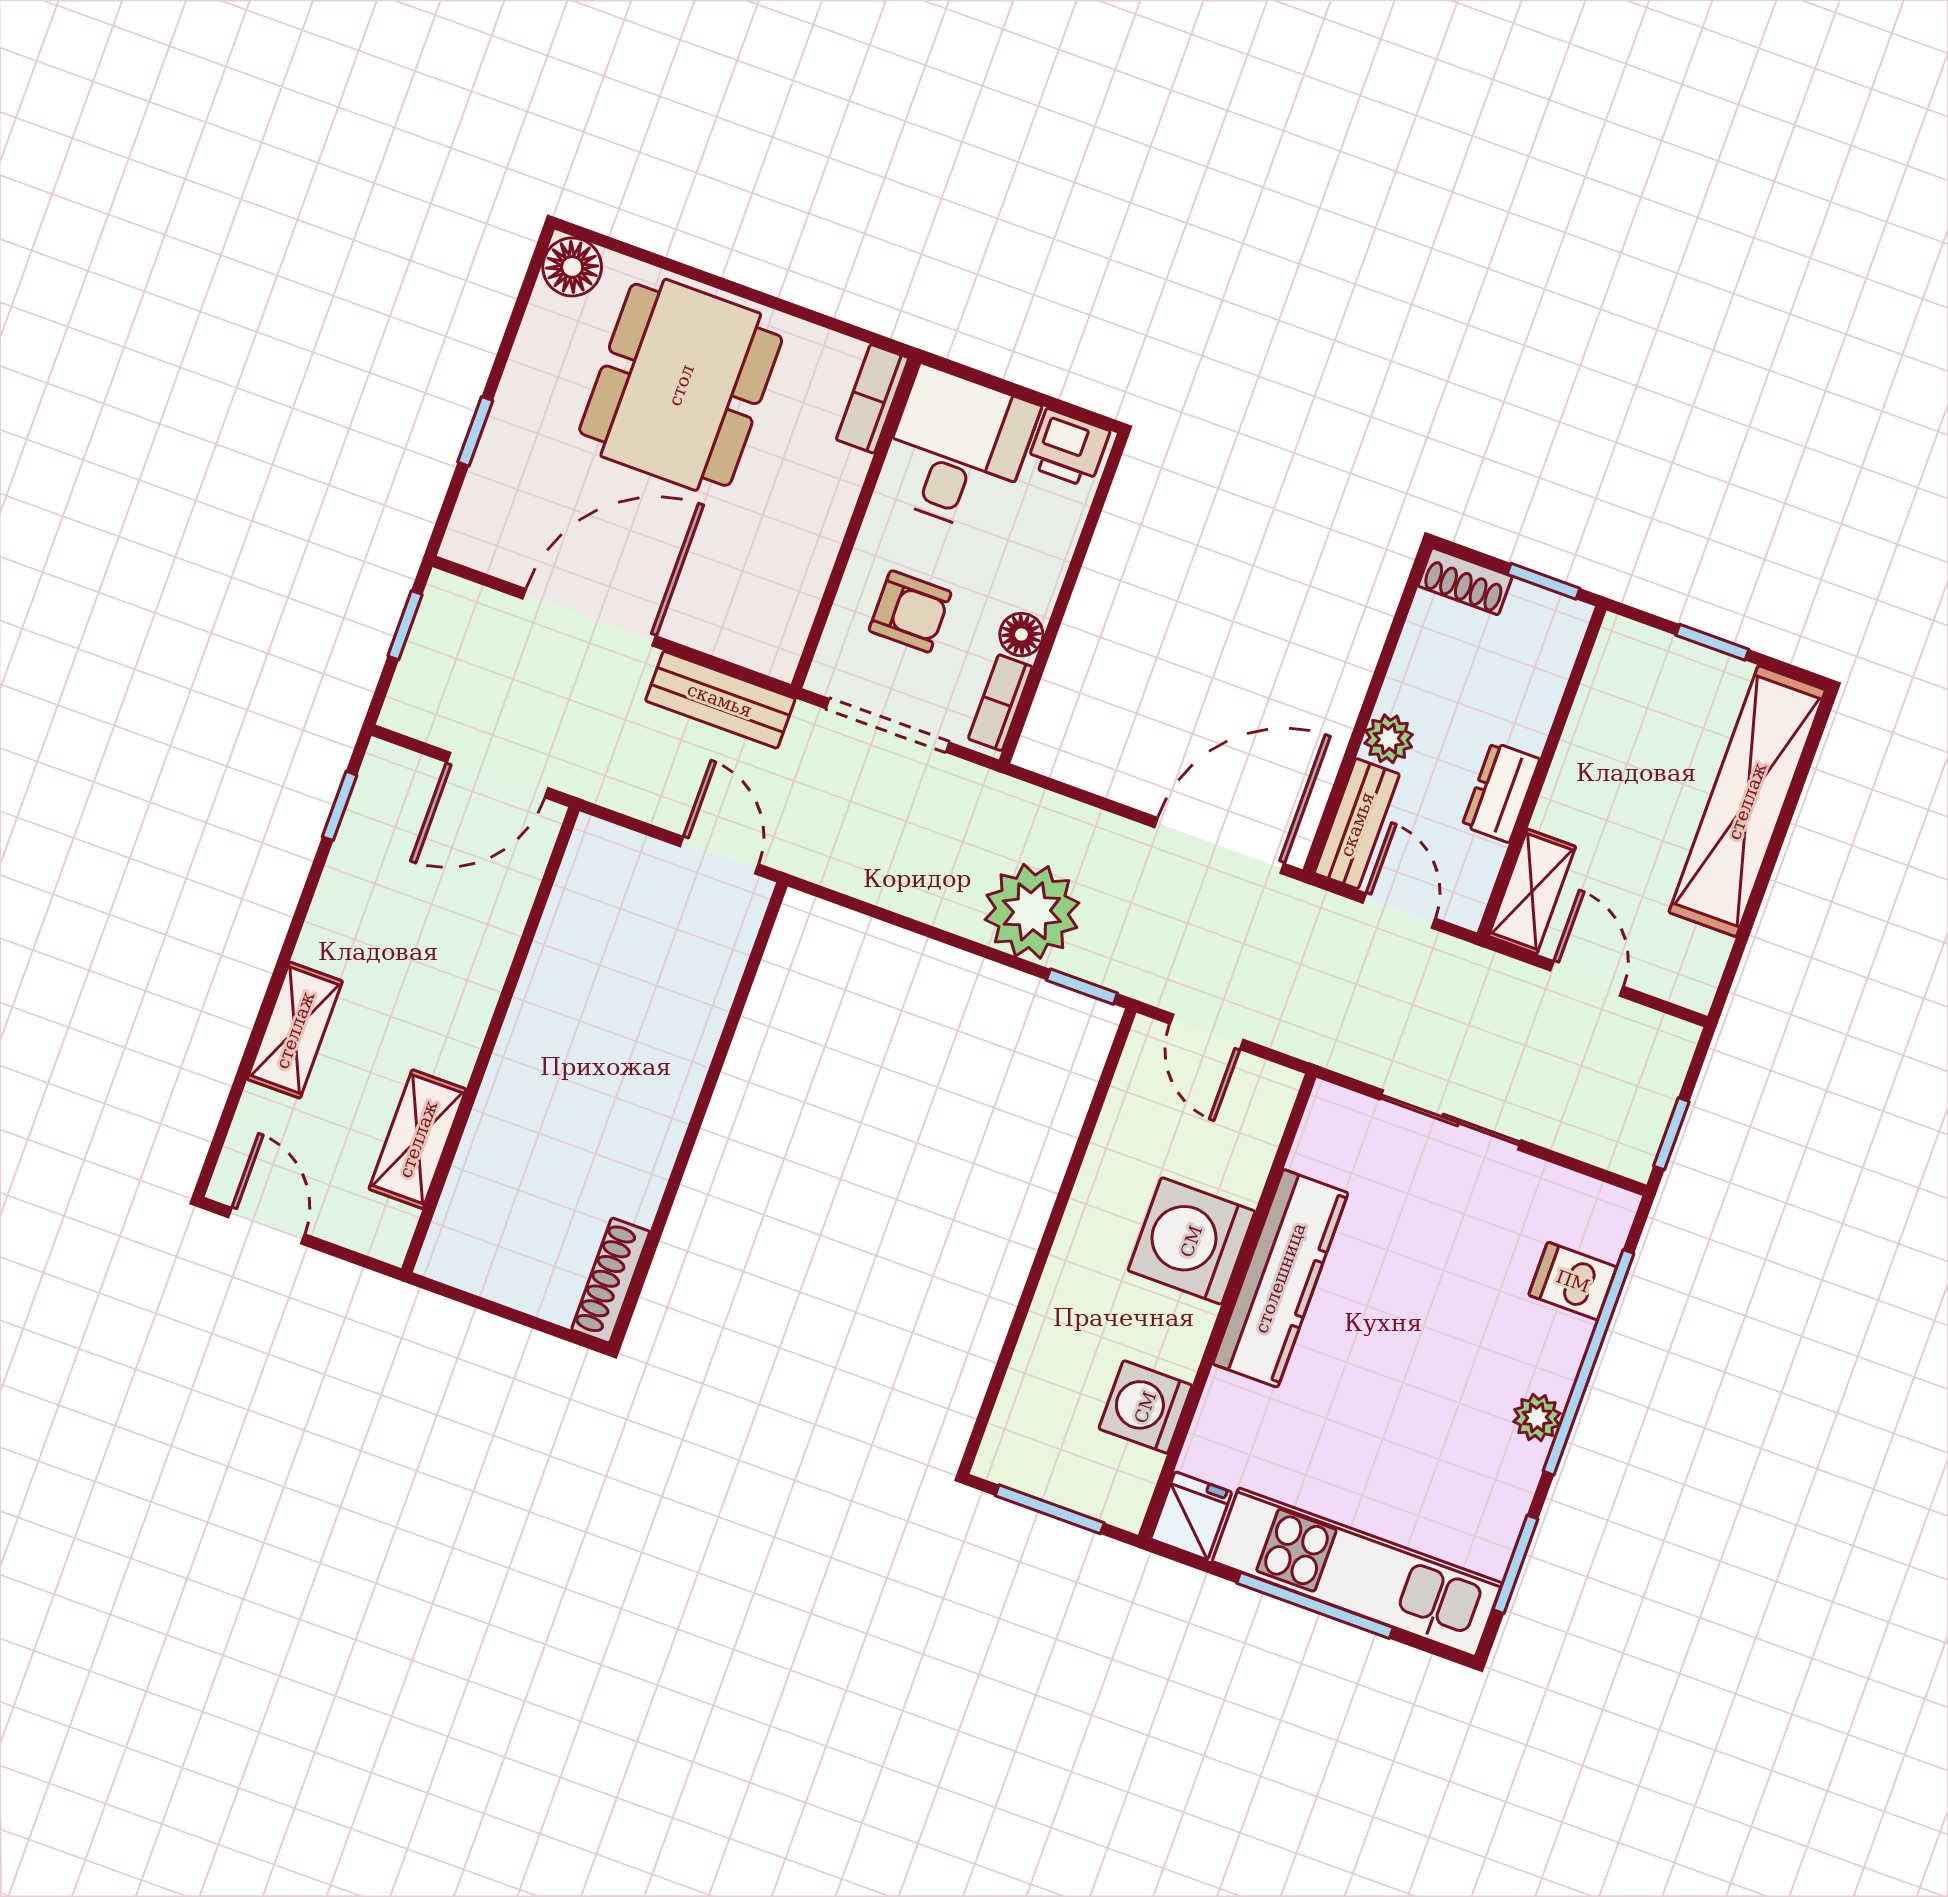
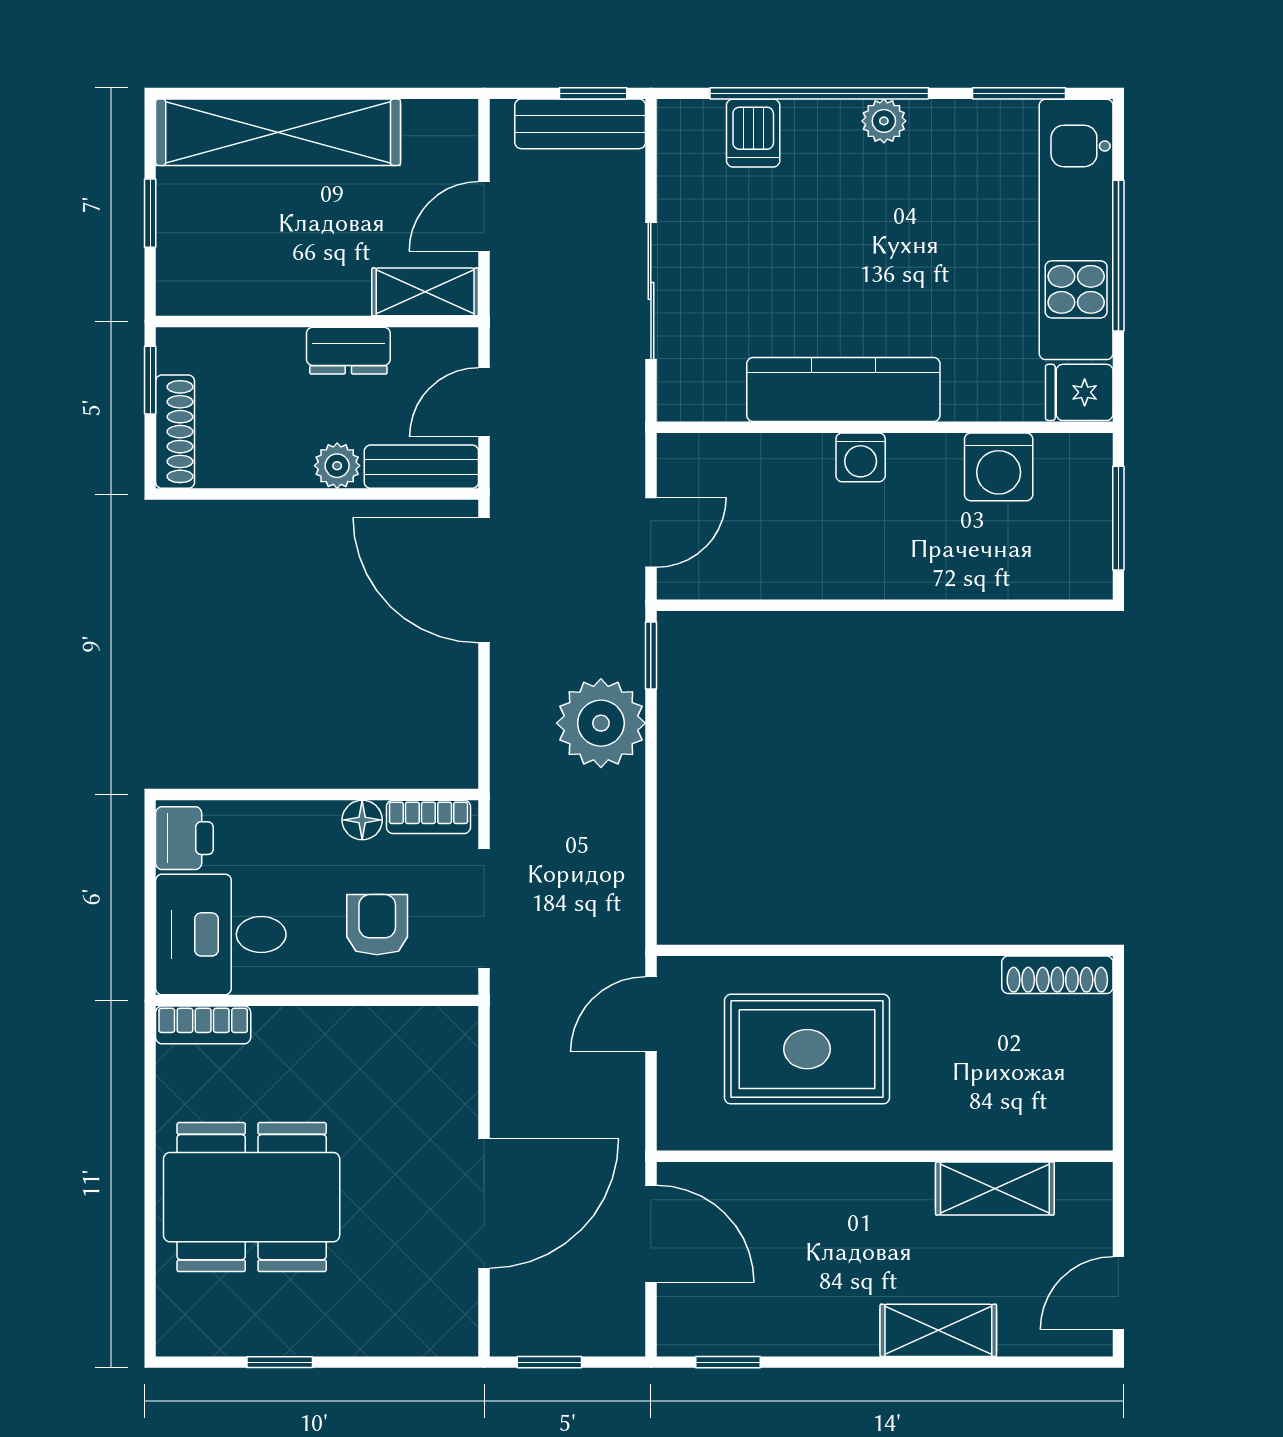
floor lamp: (572, 267) -> (183, 1329), removed
window: (475, 431) -> (280, 1362), moved
shoe rack: (1465, 581) -> (175, 432), width x1.43
door: (589, 617) -> (484, 1203), swing flipped
bench: (720, 700) -> (580, 124), moved, turned 90
rug: (627, 1000) -> (807, 1049), added
washing machine: (1191, 1241) -> (861, 457), width x0.53, depth x0.53

